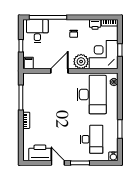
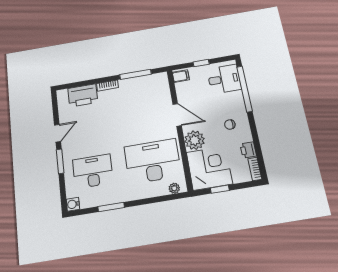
desk: (92, 94) -> (153, 161), turned 180
desk: (92, 139) -> (93, 171), turned 180
printer: (40, 153) -> (83, 95), moved, turned 90

